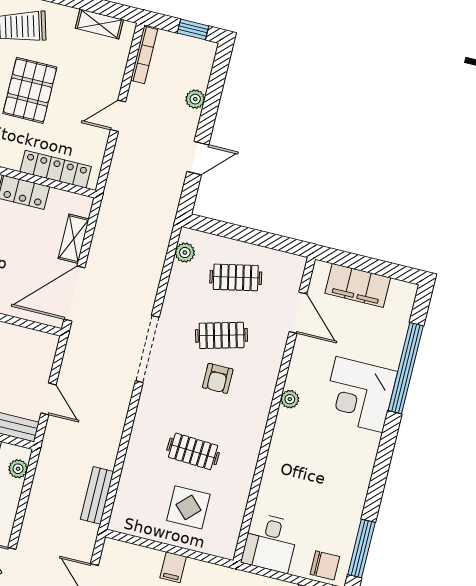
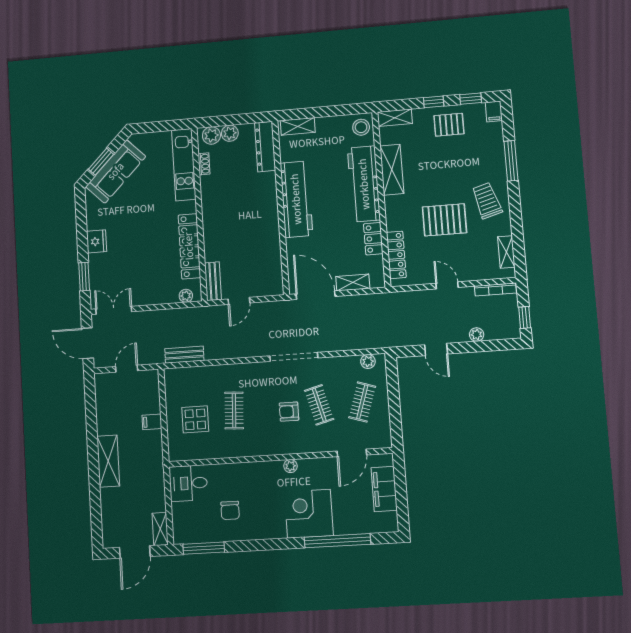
clothes rail: (236, 277) -> (362, 402), turned 30
chair: (325, 565) -> (230, 510), moved

